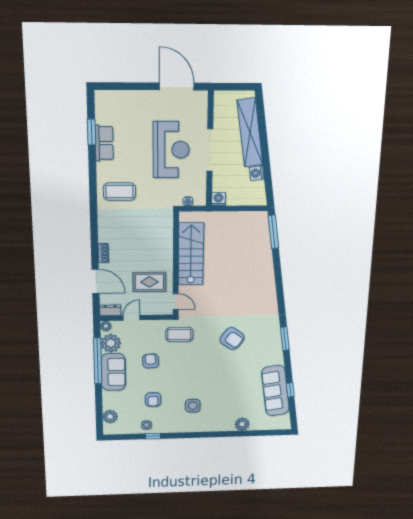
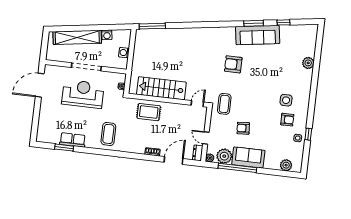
washing machine: (219, 199) -> (124, 53), moved
rug: (149, 282) -> (149, 112), moved, turned 90
armchair: (232, 338) -> (233, 64), turned -126
window: (285, 339) -> (254, 23), moved
sofa: (275, 391) -> (258, 35), moved
armchair: (153, 400) -> (287, 120), moved

